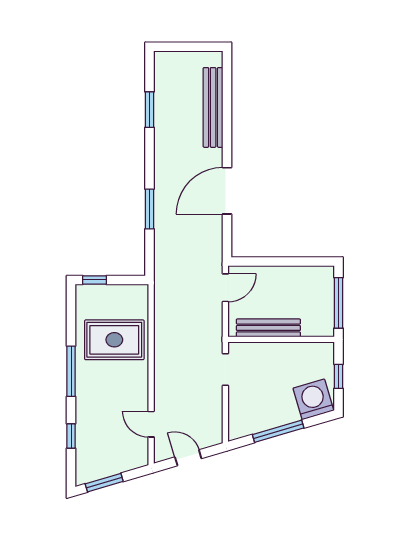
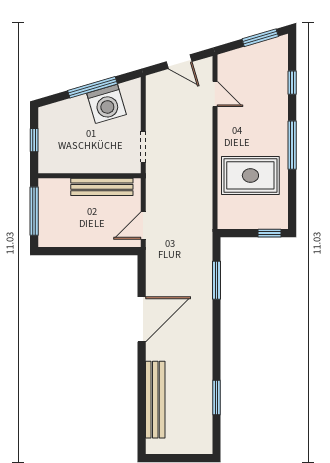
window: (149, 209) -> (217, 280), moved
washing machine: (313, 399) -> (106, 104), moved

